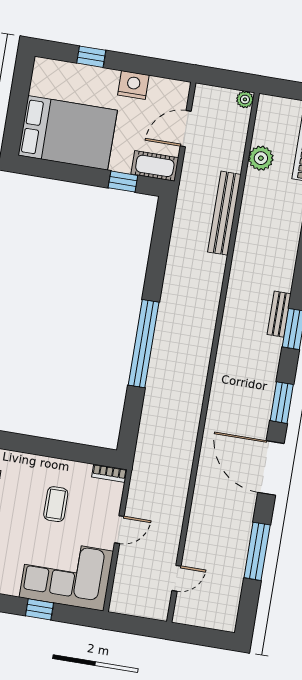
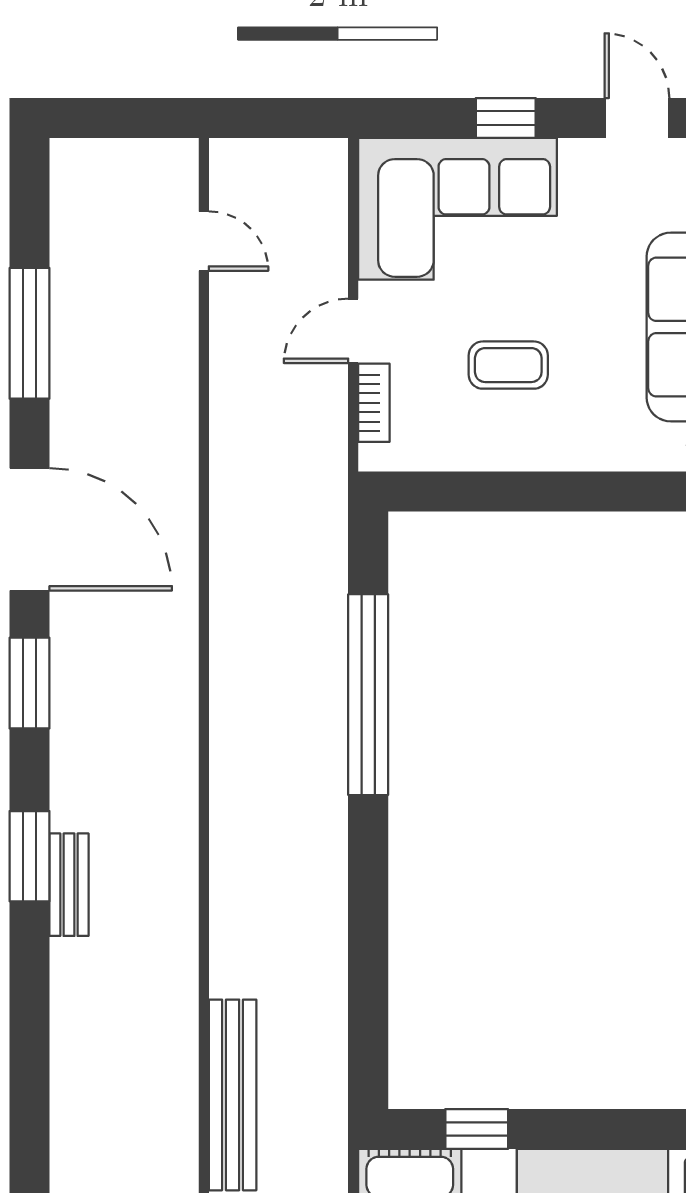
window: (144, 344) -> (368, 695), moved
bookcase: (109, 473) -> (374, 403), moved, turned 90
coffee table: (56, 504) -> (508, 365), turned 90
door: (177, 578) -> (204, 241), swing flipped

